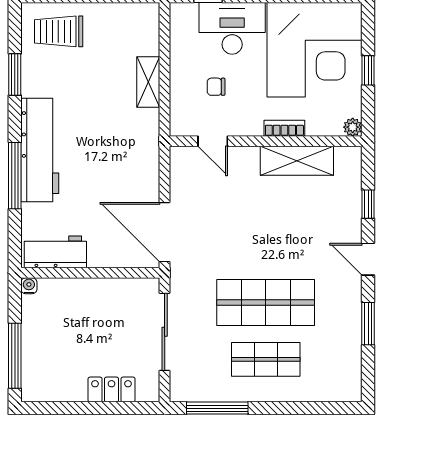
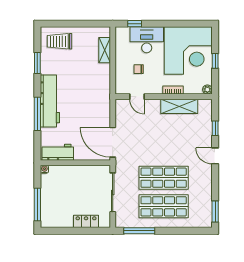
shelving: (148, 82) -> (105, 50), moved
window: (368, 324) -> (215, 212), moved
shop shelf: (266, 359) -> (164, 206), width x1.43, depth x1.36

